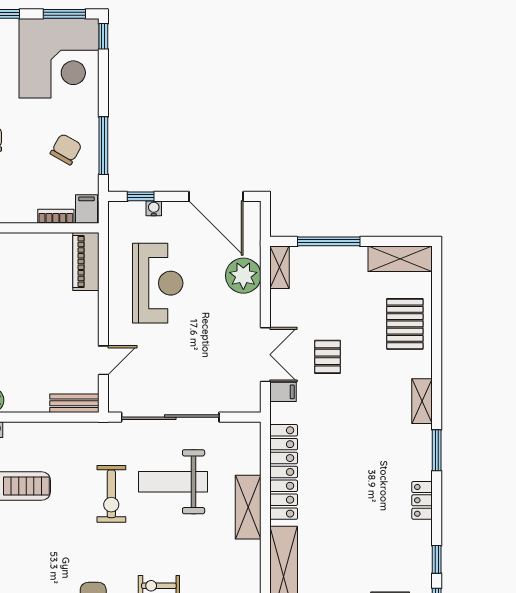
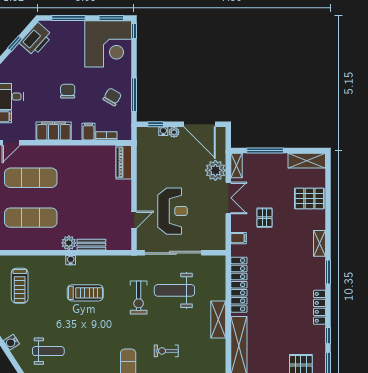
filing cabinet: (86, 209) -> (89, 132), moved
plant: (172, 210) -> (174, 132), added
reception desk: (158, 283) -> (173, 211), moved
pallet: (405, 324) -> (309, 199), turned 90
double door: (265, 355) -> (228, 198), moved
bench: (74, 403) -> (91, 245), moved
locker: (422, 500) -> (319, 307), width x1.53
shelving: (248, 507) -> (218, 320), moved

